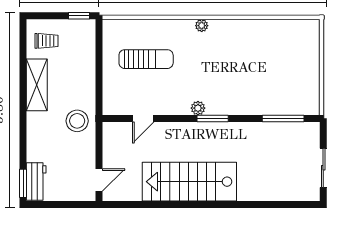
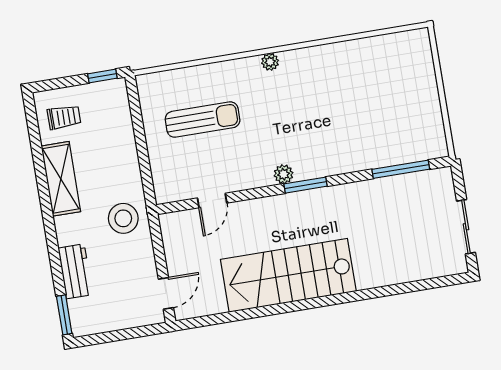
workbench: (36, 181) -> (75, 271), moved

